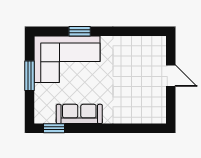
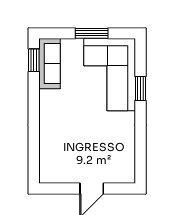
sofa: (79, 114) -> (49, 64), moved

